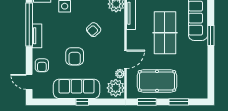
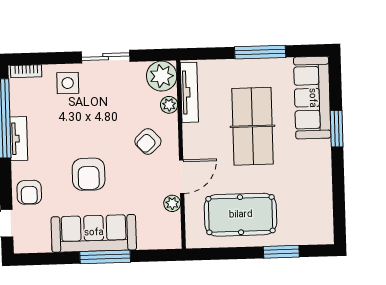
armchair: (94, 30) -> (148, 141), moved
plant: (116, 88) -> (169, 105), moved, width x0.53, depth x0.53
window: (82, 102) -> (105, 257), width x2.17
window: (147, 102) -> (223, 253), removed

